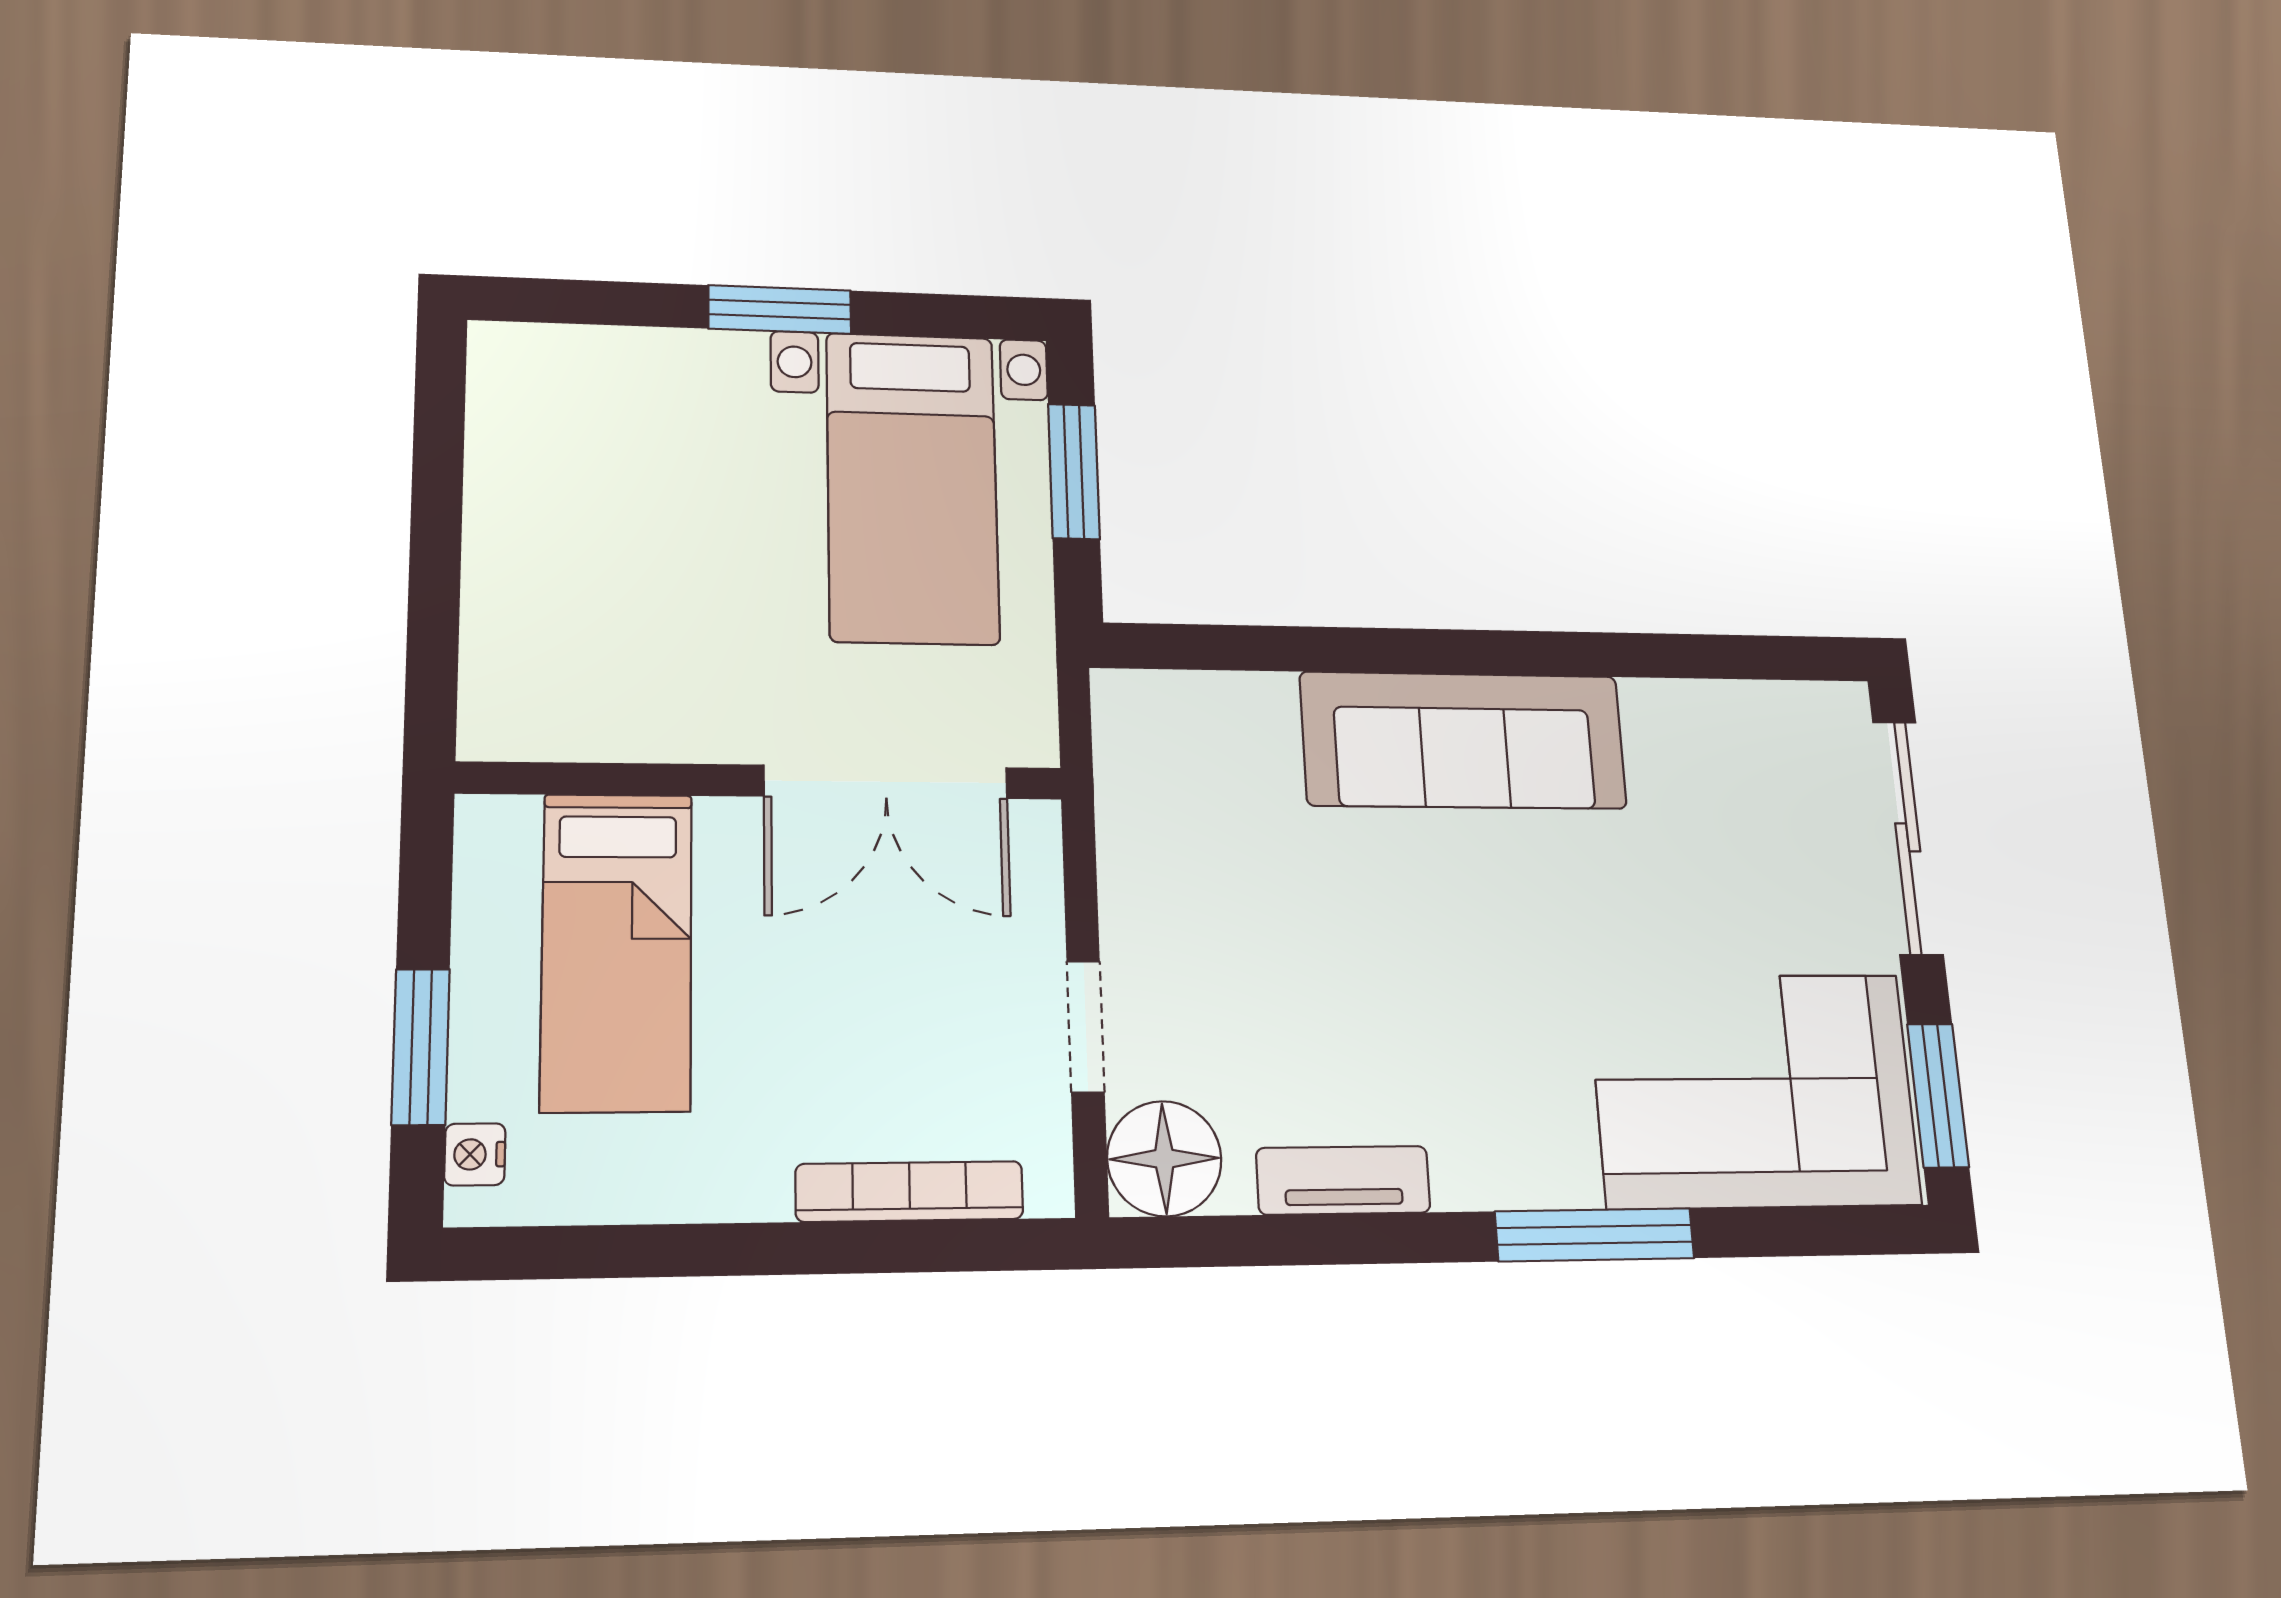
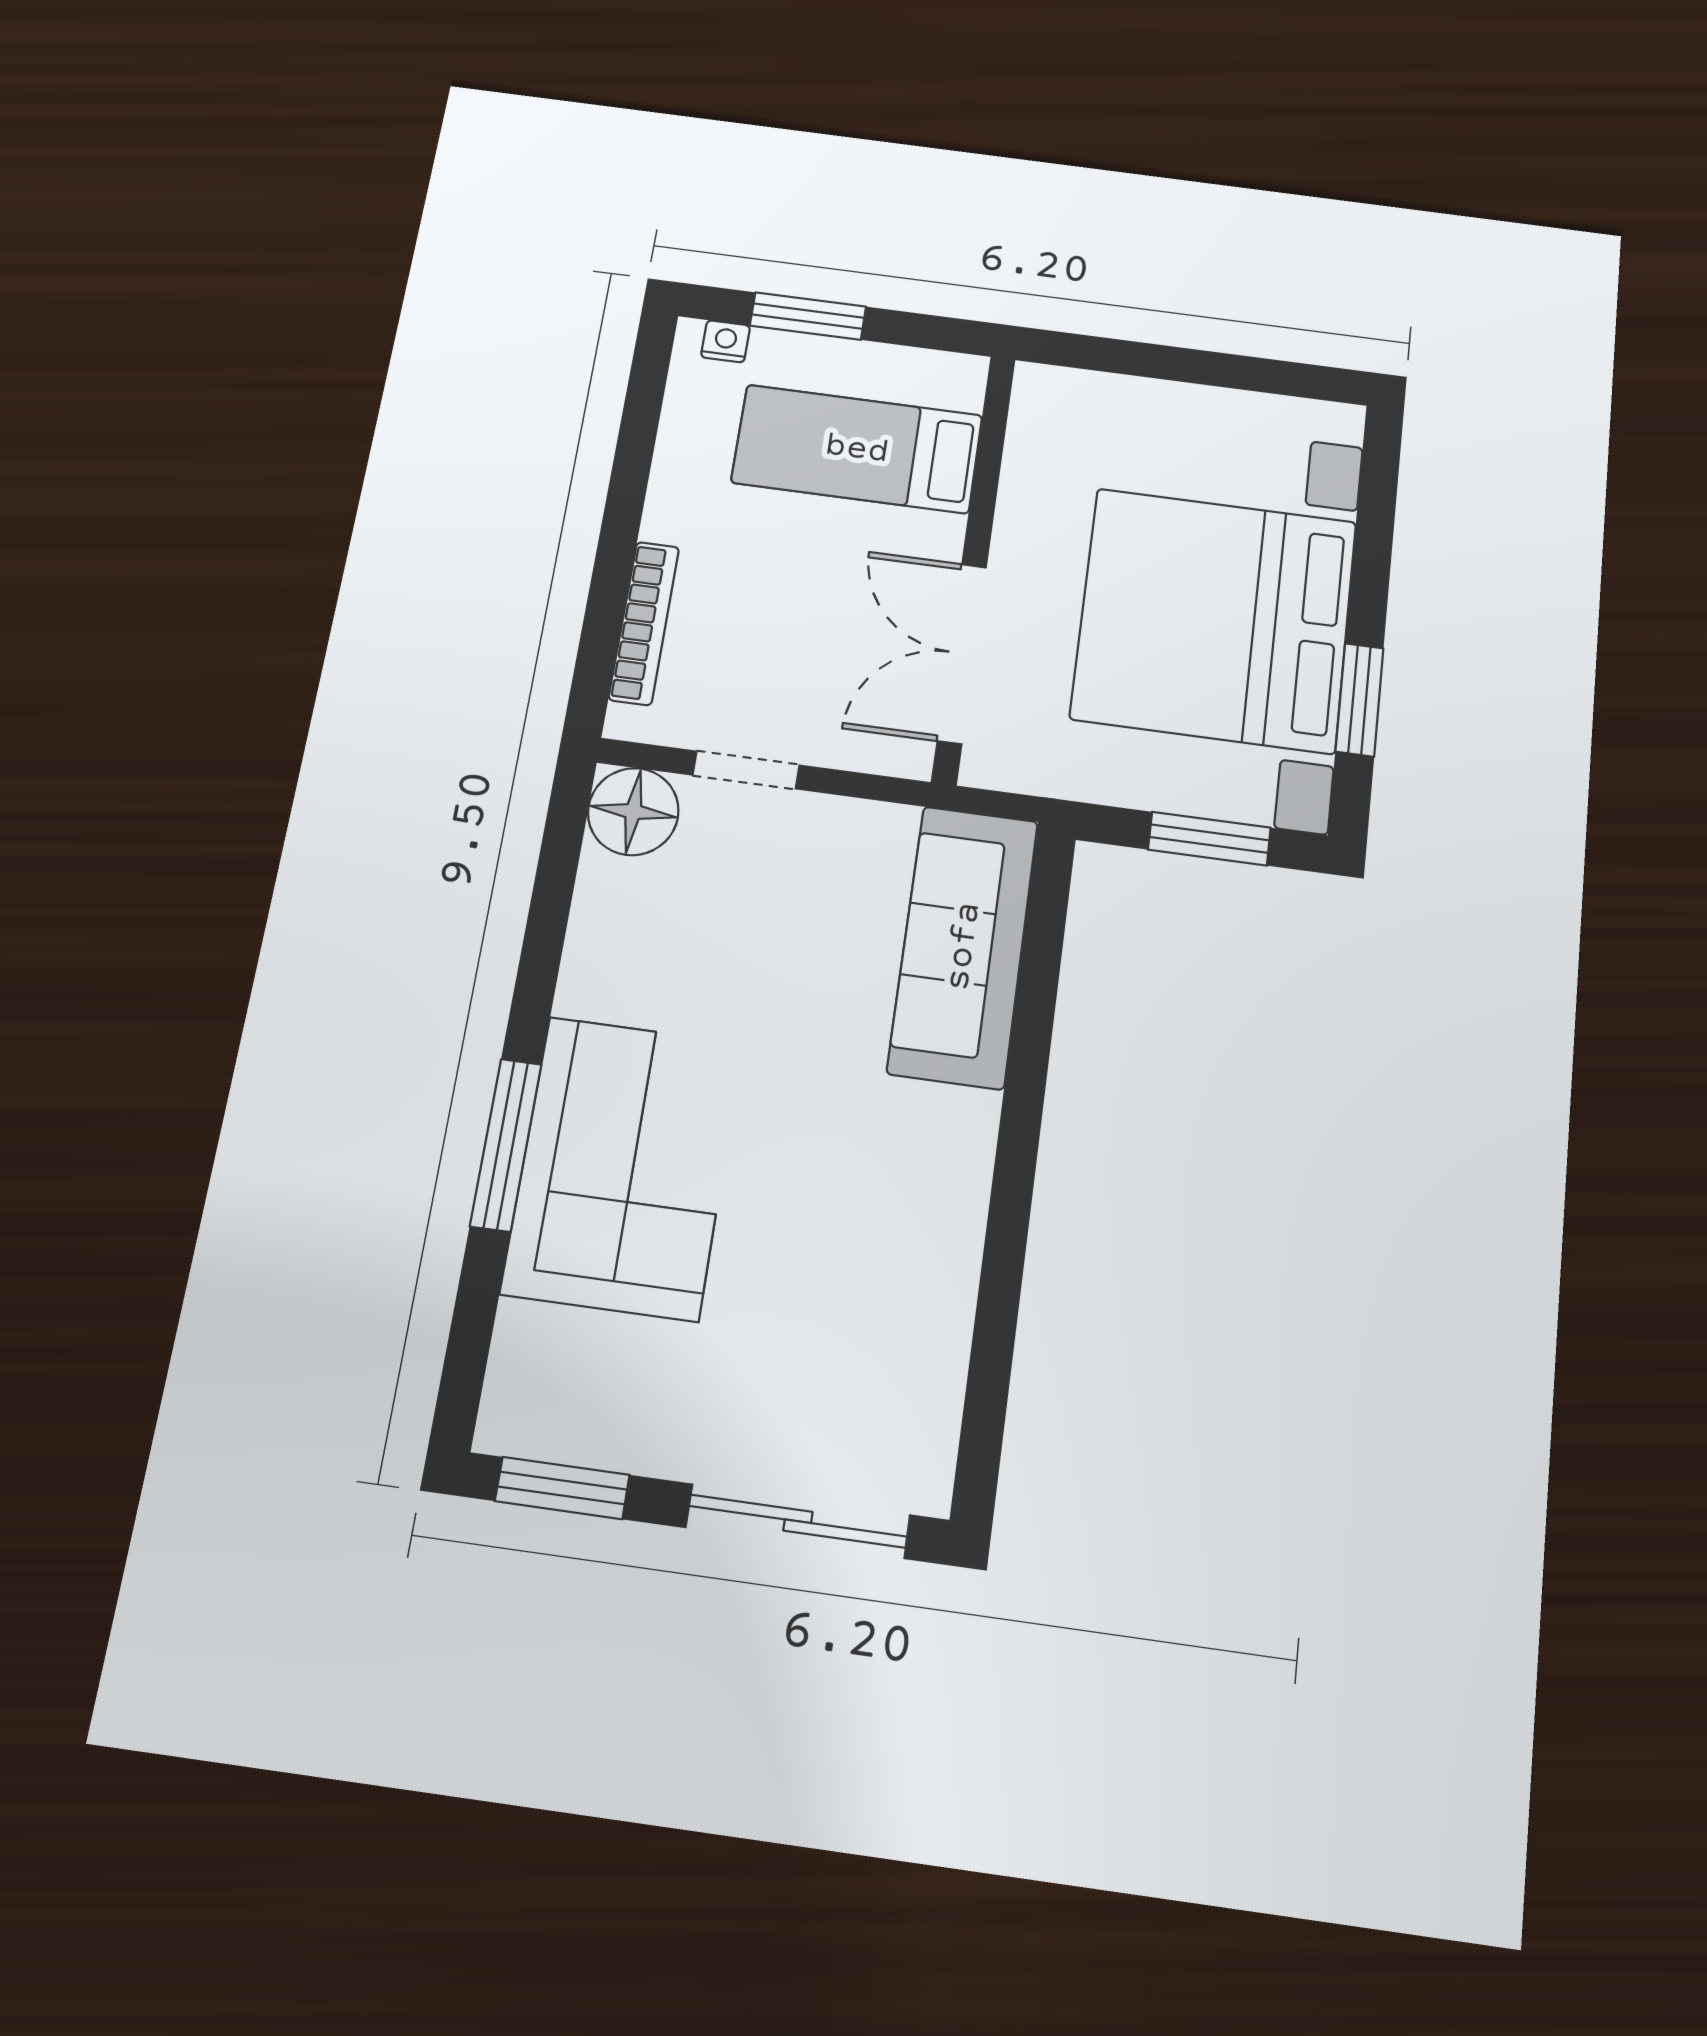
window: (780, 309) -> (1359, 700), moved
bed with nightstands: (912, 487) -> (1214, 620), width x1.85
sofa: (1464, 740) -> (963, 946), moved
corner sofa: (1754, 1090) -> (623, 1167), moved
tv unit: (1343, 1180) -> (590, 947), removed

